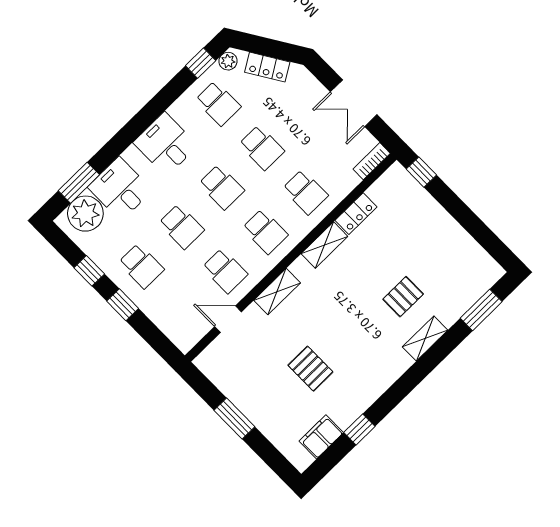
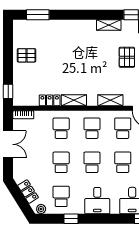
window: (201, 63) -> (71, 219), moved
pallet: (403, 297) -> (26, 55), moved
shelving: (425, 338) -> (109, 25), moved

